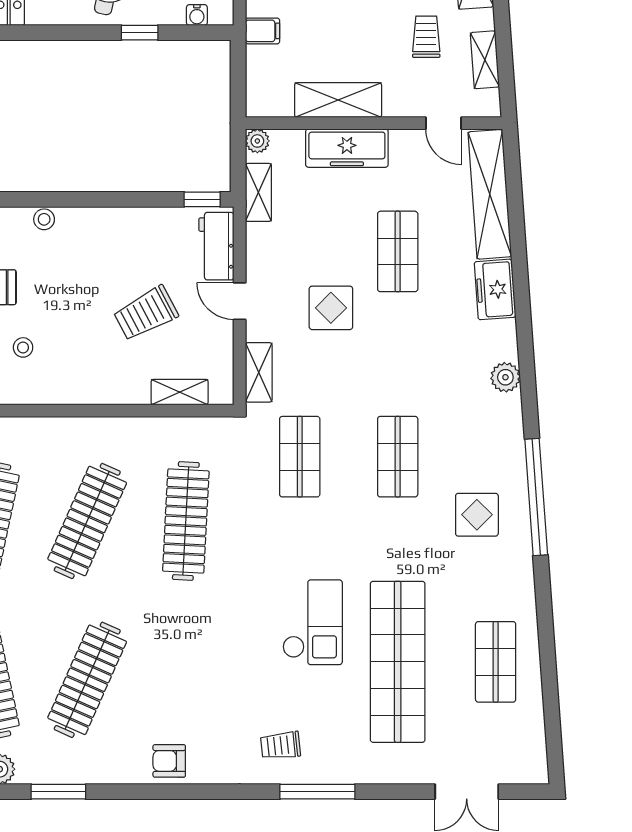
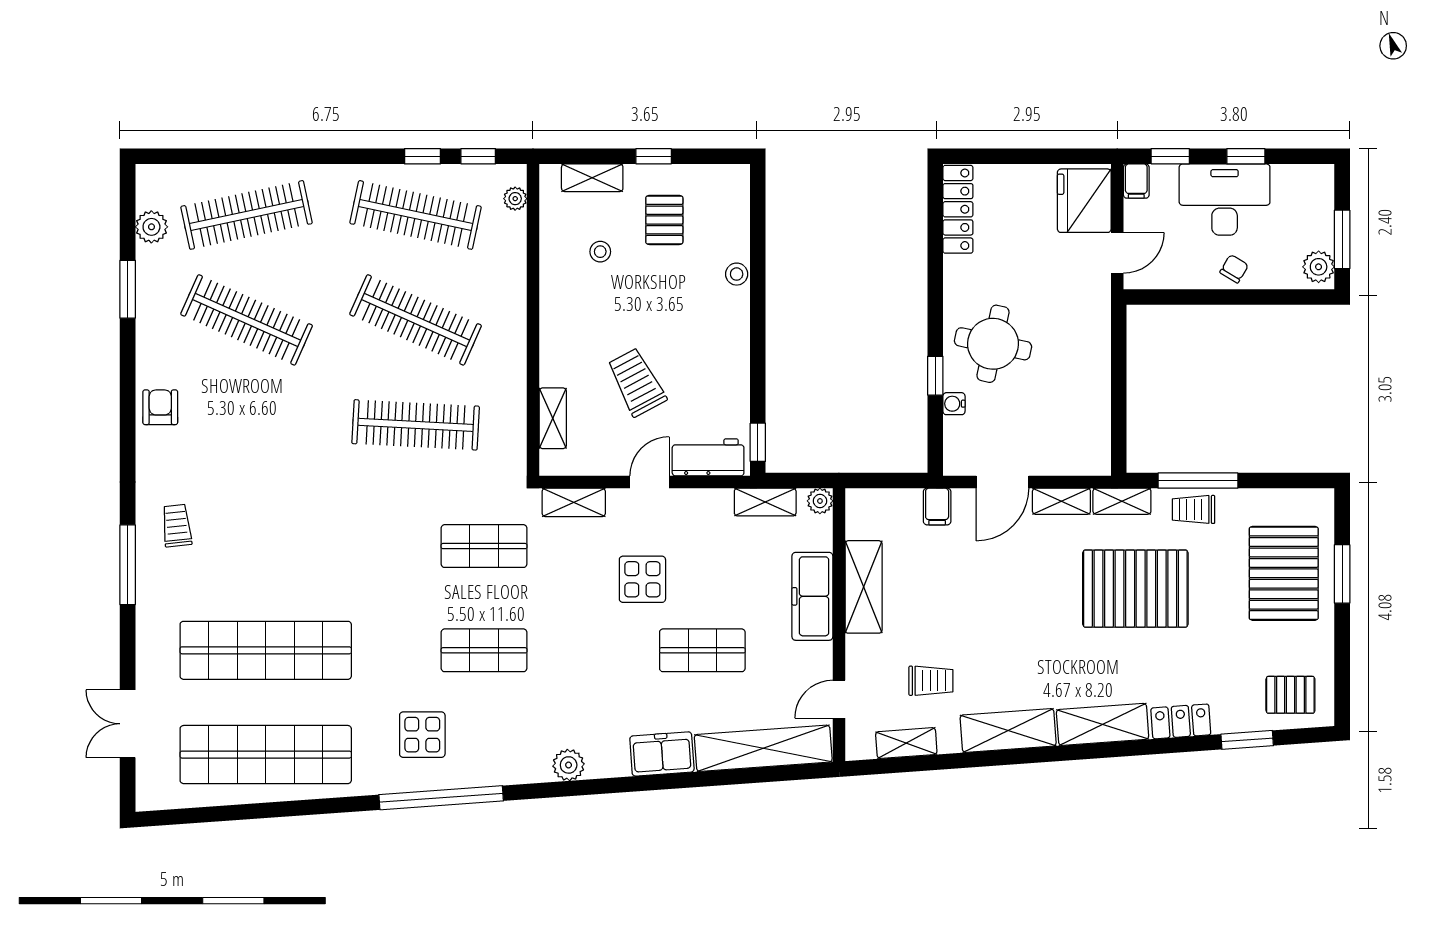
water cooler: (197, 15) -> (954, 404), moved
checkout: (313, 622) -> (308, 560), removed
shop shelf: (496, 662) -> (266, 755), width x2.00, depth x1.36

